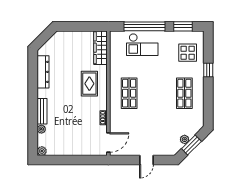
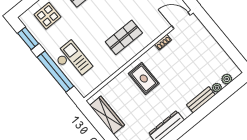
wardrobe: (101, 48) -> (107, 115), moved, turned -90
rug: (89, 84) -> (144, 79), turned 90
plant: (42, 151) -> (227, 79), moved

